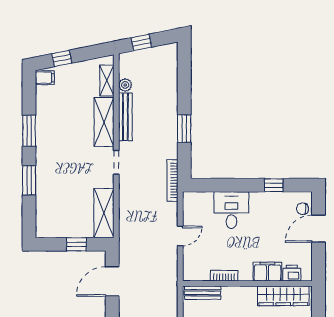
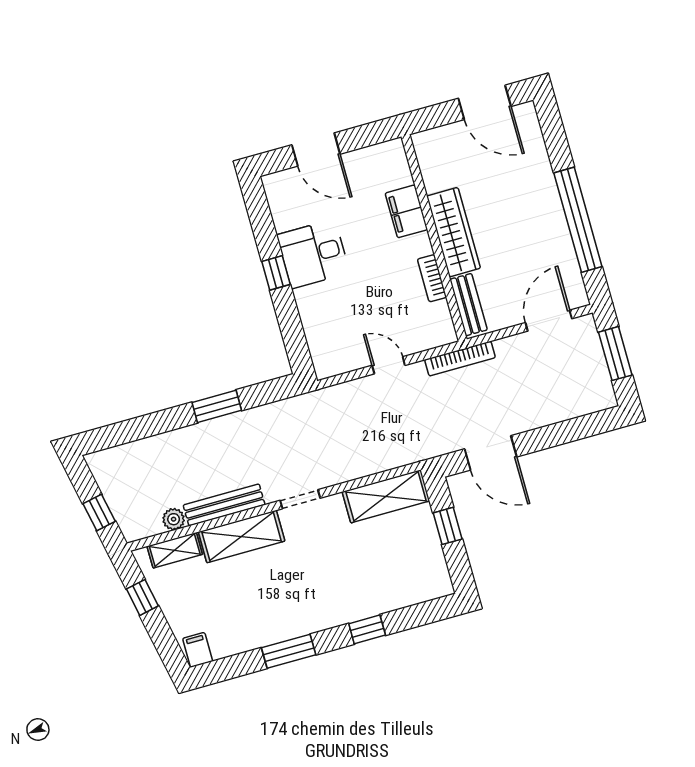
window: (62, 58) -> (142, 597), moved
window: (29, 180) -> (367, 629), width x0.67
bookcase: (172, 181) -> (460, 359), moved
window: (274, 185) -> (276, 273), moved
chair: (303, 209) -> (291, 184), removed
desk: (231, 210) -> (313, 254), moved
printer: (292, 273) -> (398, 172), removed
wardrobe: (283, 296) -> (453, 232), moved

